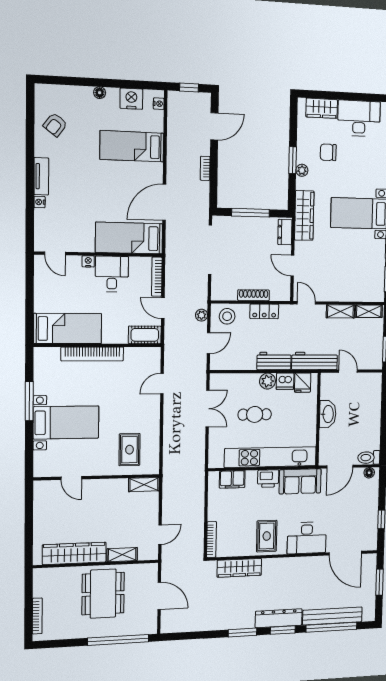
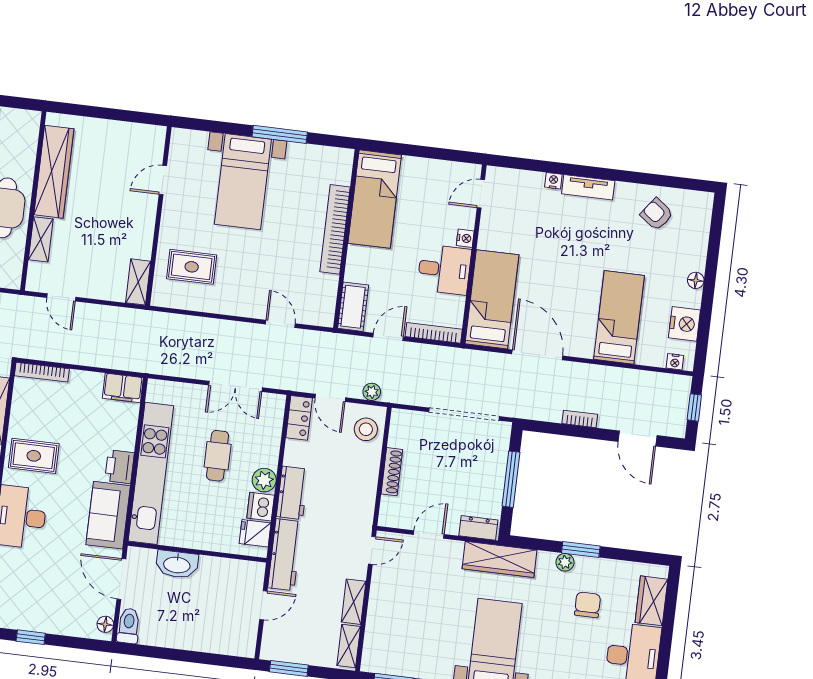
locker: (264, 311) -> (299, 418), moved, turned 180
washbasin: (328, 414) -> (177, 564), moved
filing cabinet: (232, 479) -> (123, 388), moved, turned -90

